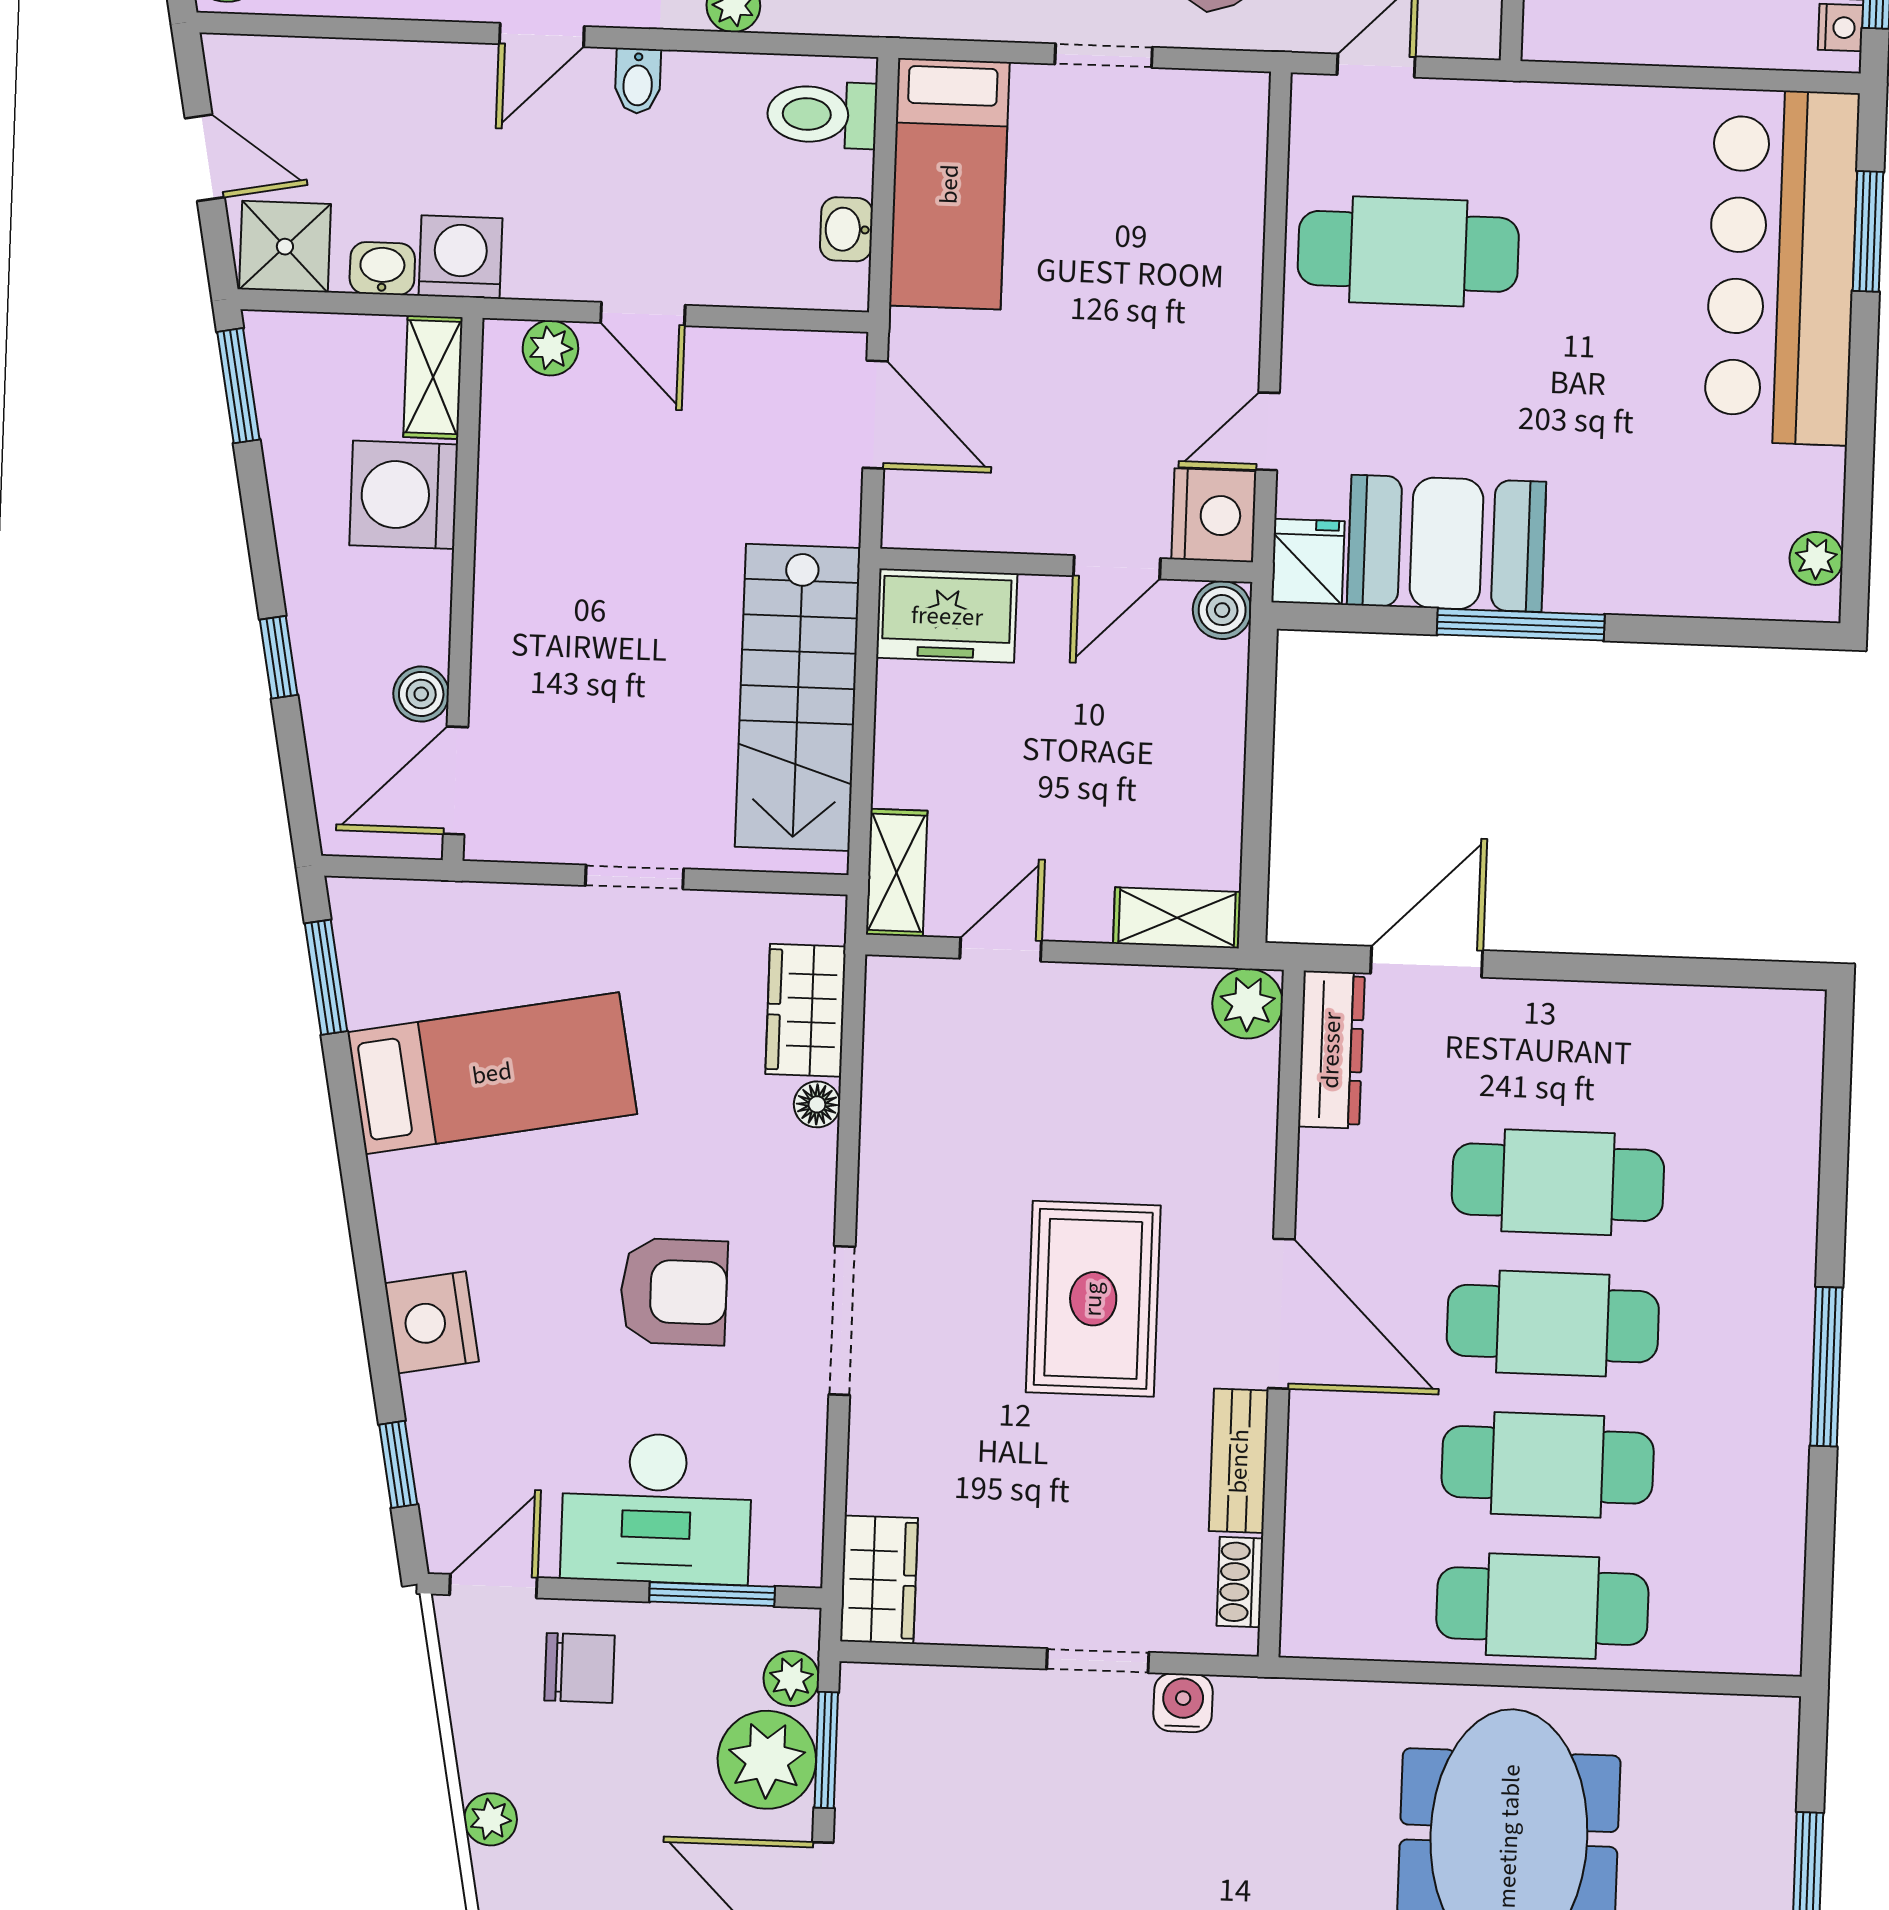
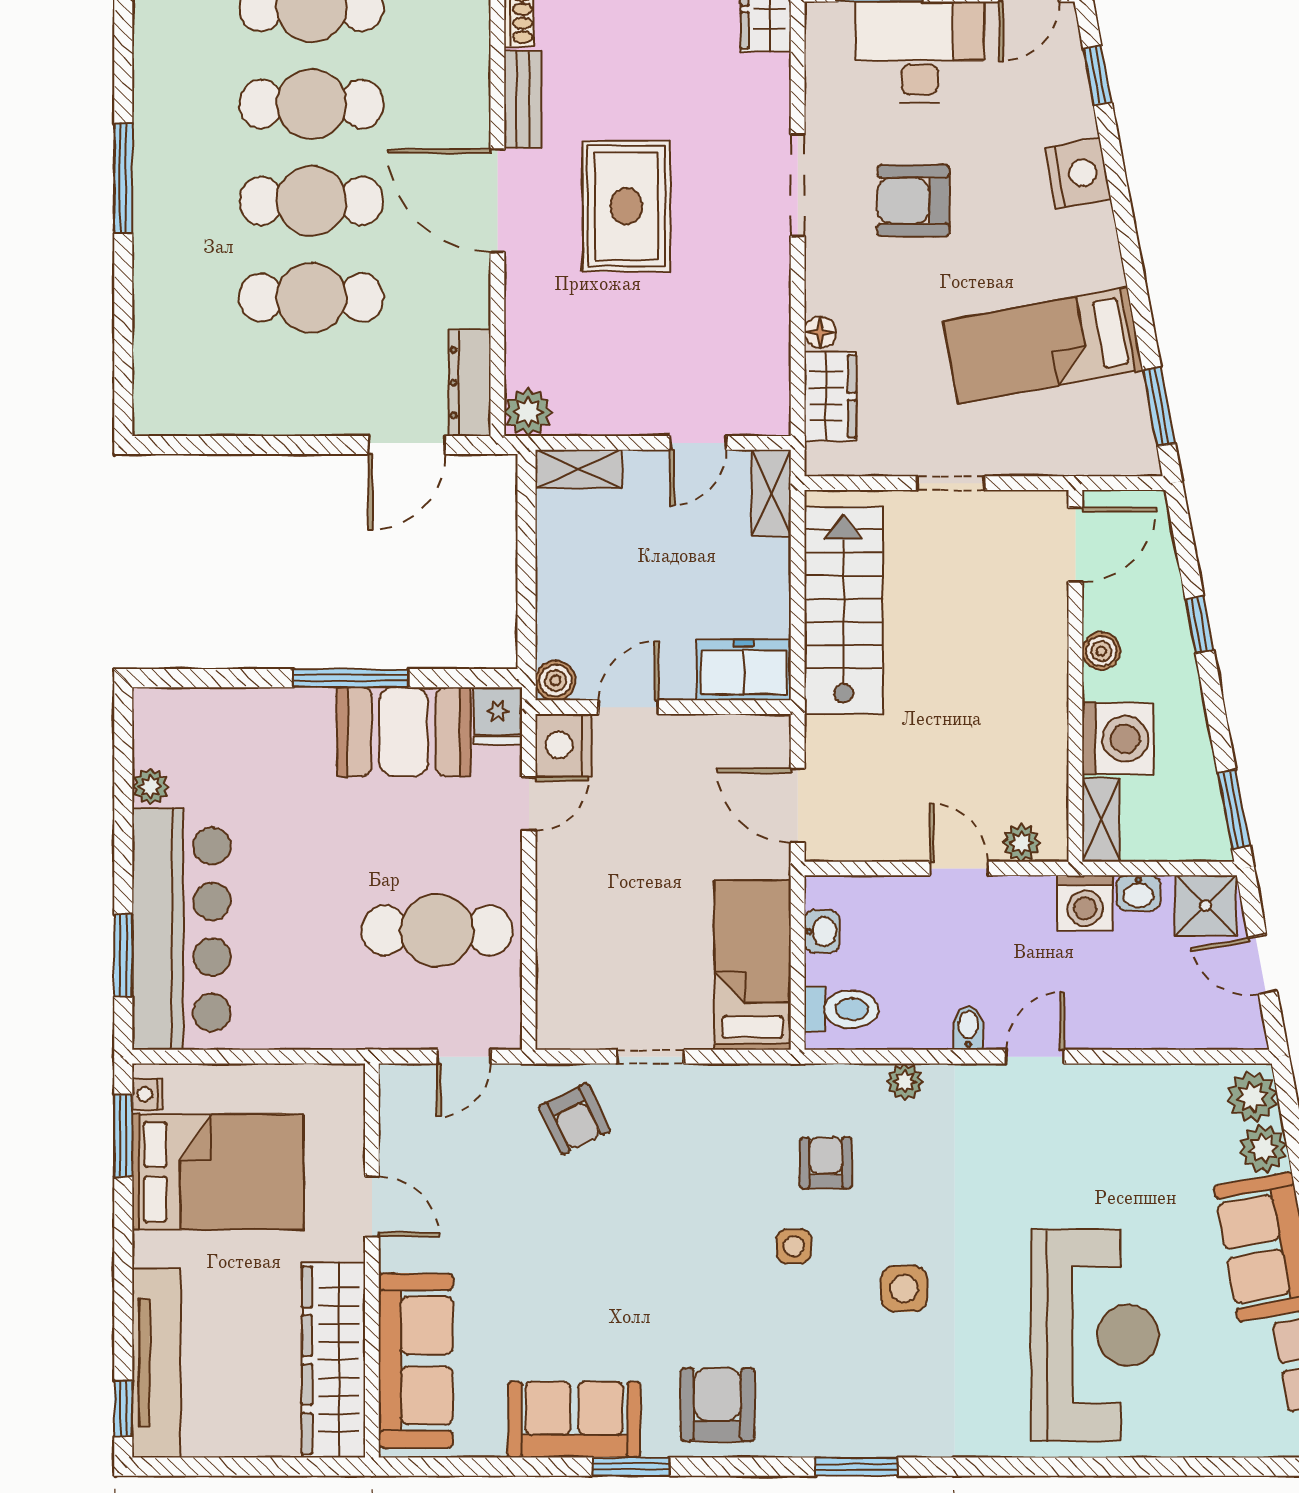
plant: (1816, 558) -> (150, 787), moved
boiler: (421, 694) -> (1101, 651), moved

